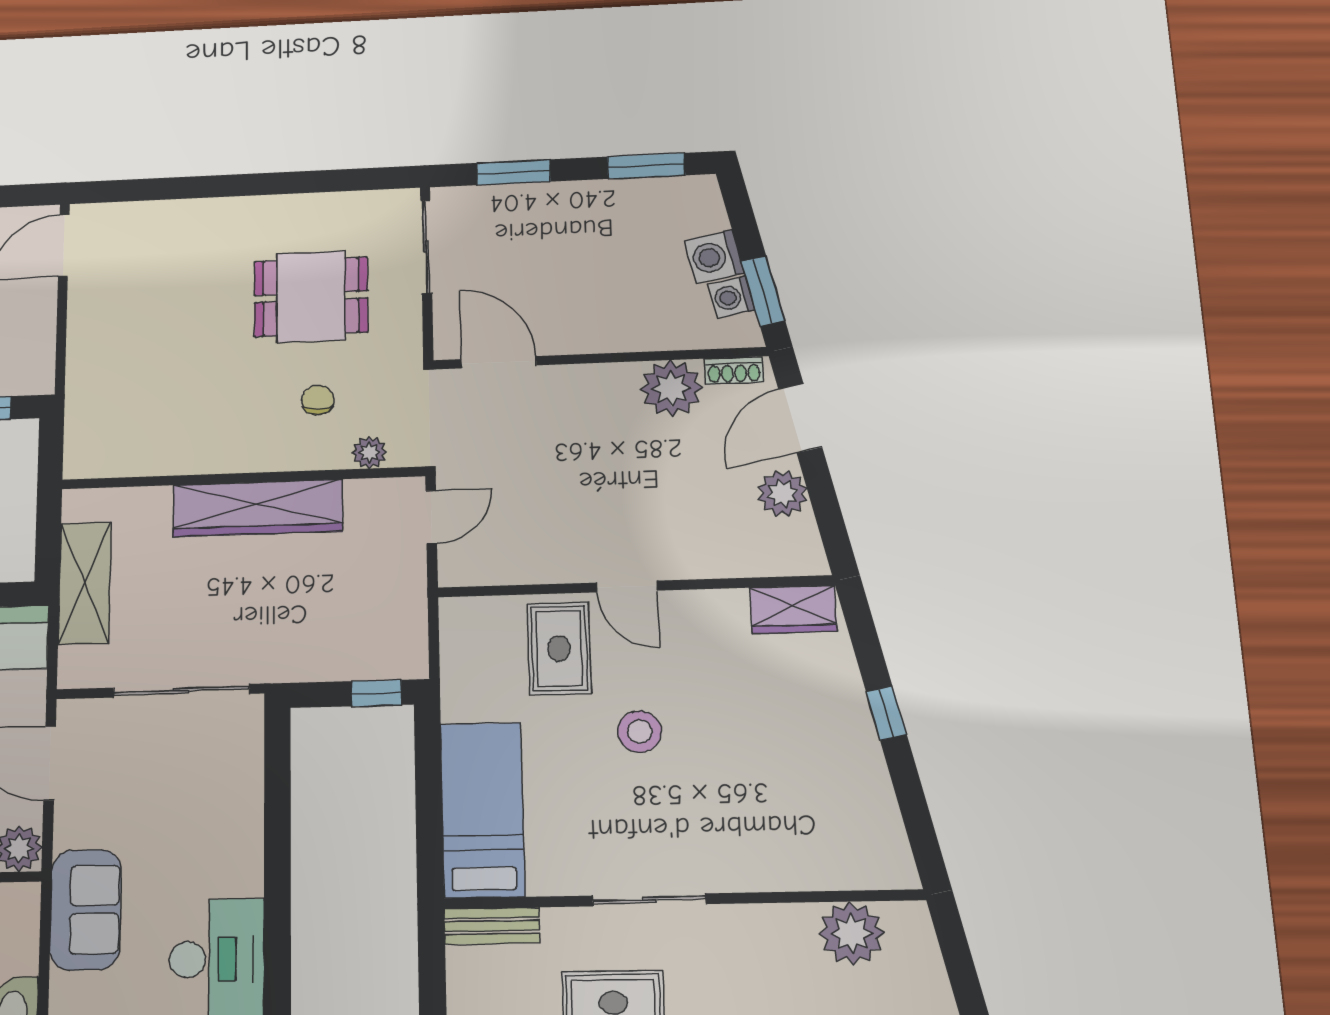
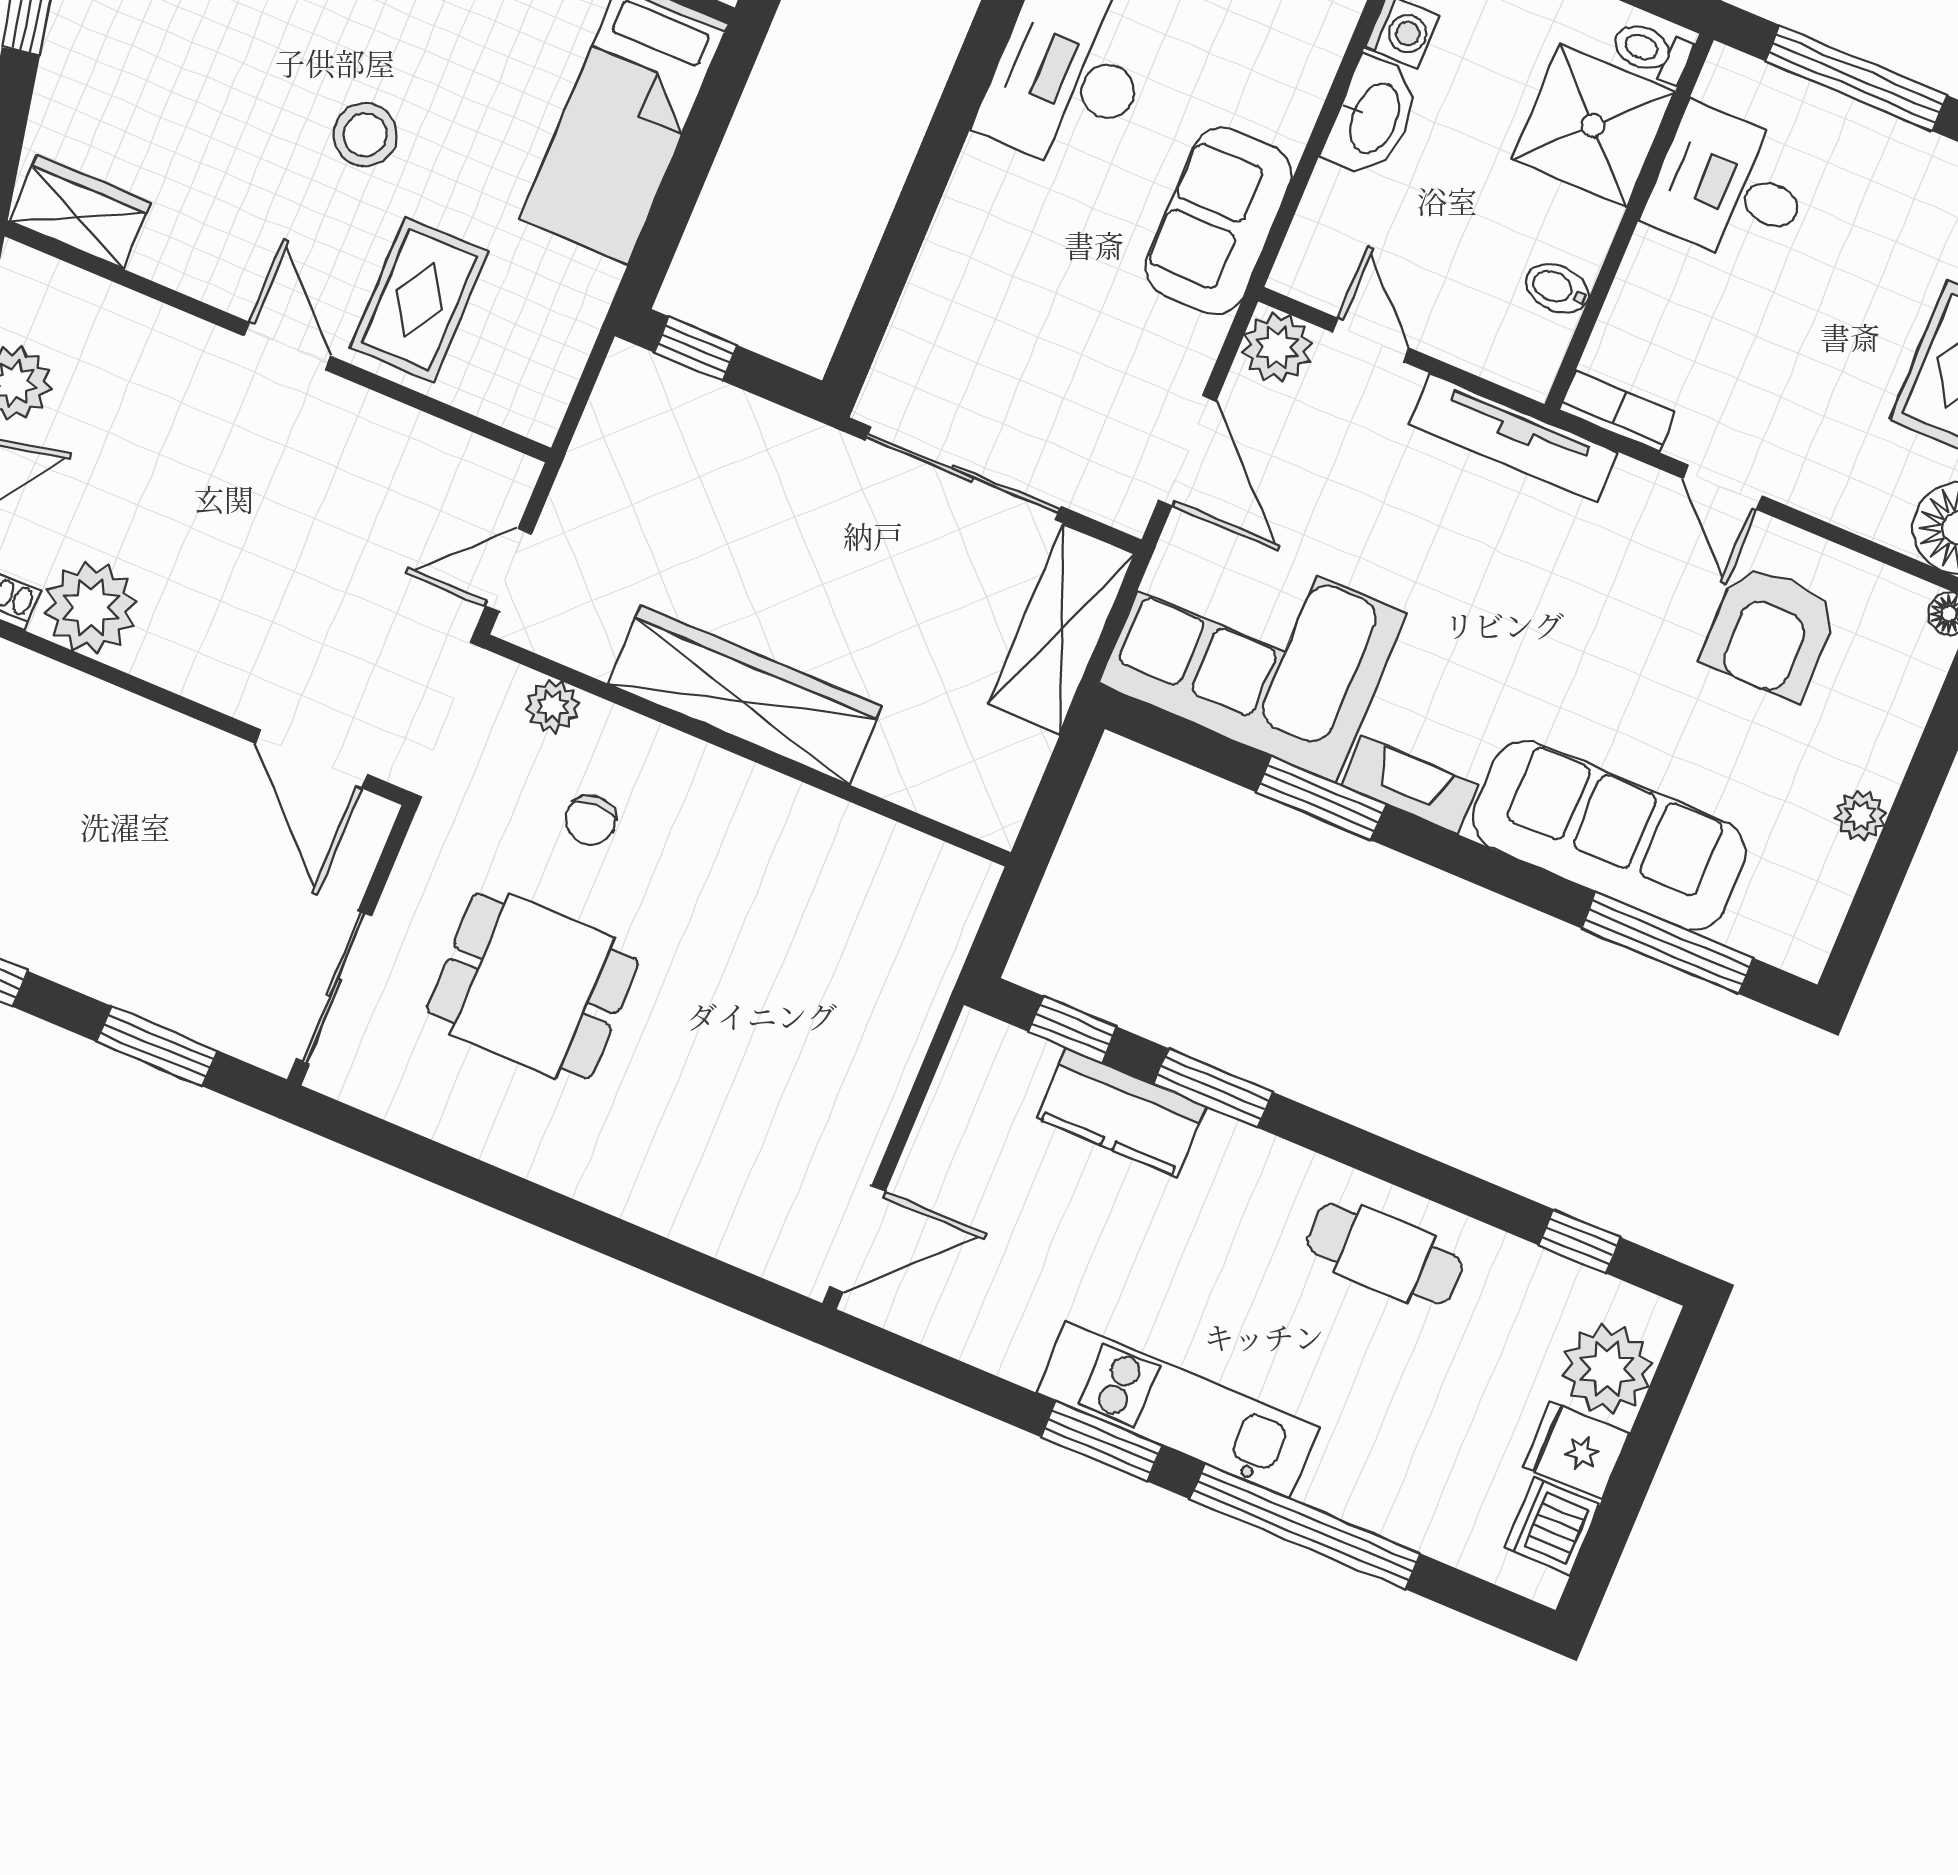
shelving: (85, 583) -> (1062, 629), moved

